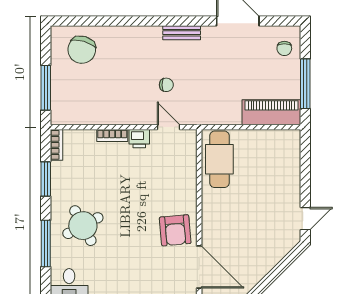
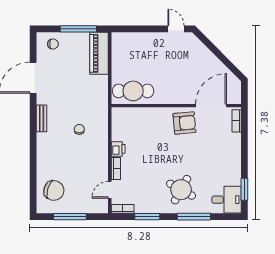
window: (46, 88) -> (70, 217), moved
door: (168, 127) -> (110, 190), moved
round table: (83, 226) -> (181, 190), turned -33

